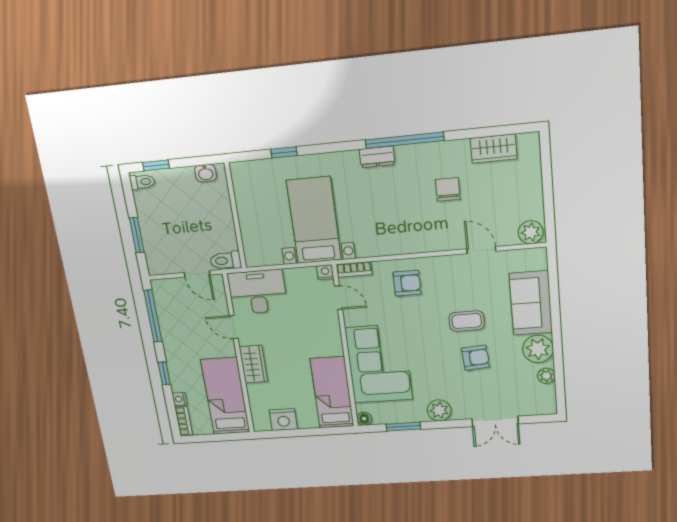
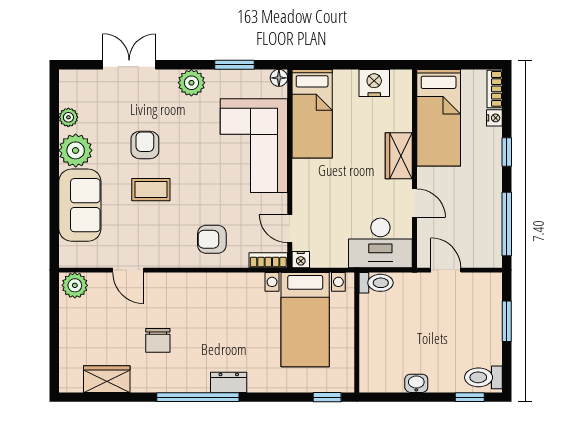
toilet: (142, 182) -> (483, 377), width x1.37, depth x1.39
wall: (235, 216) -> (357, 332), moved
toilet: (226, 261) -> (376, 283), moved
armchair: (475, 358) -> (145, 145), turned 94

